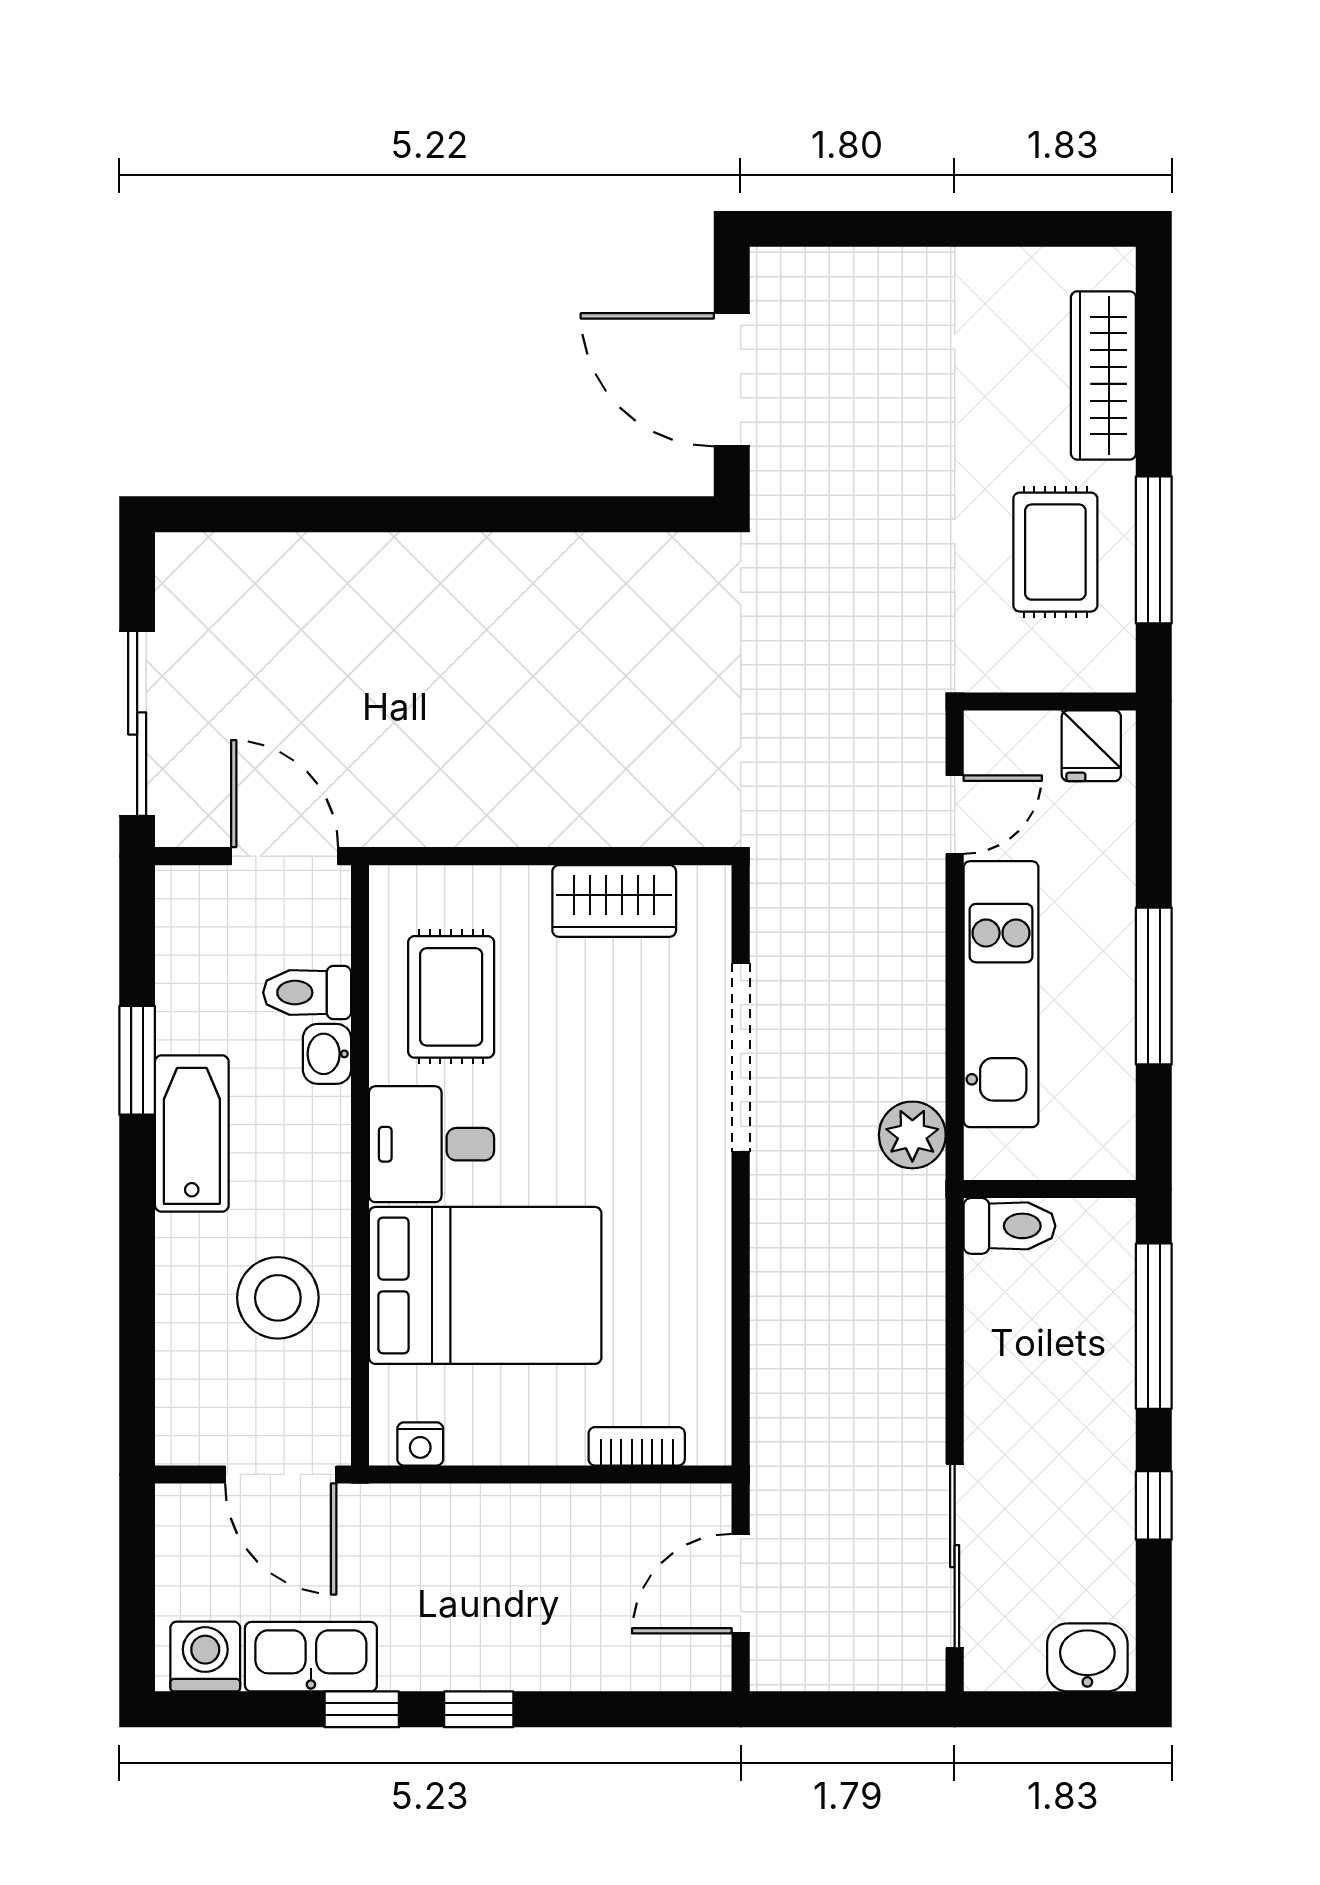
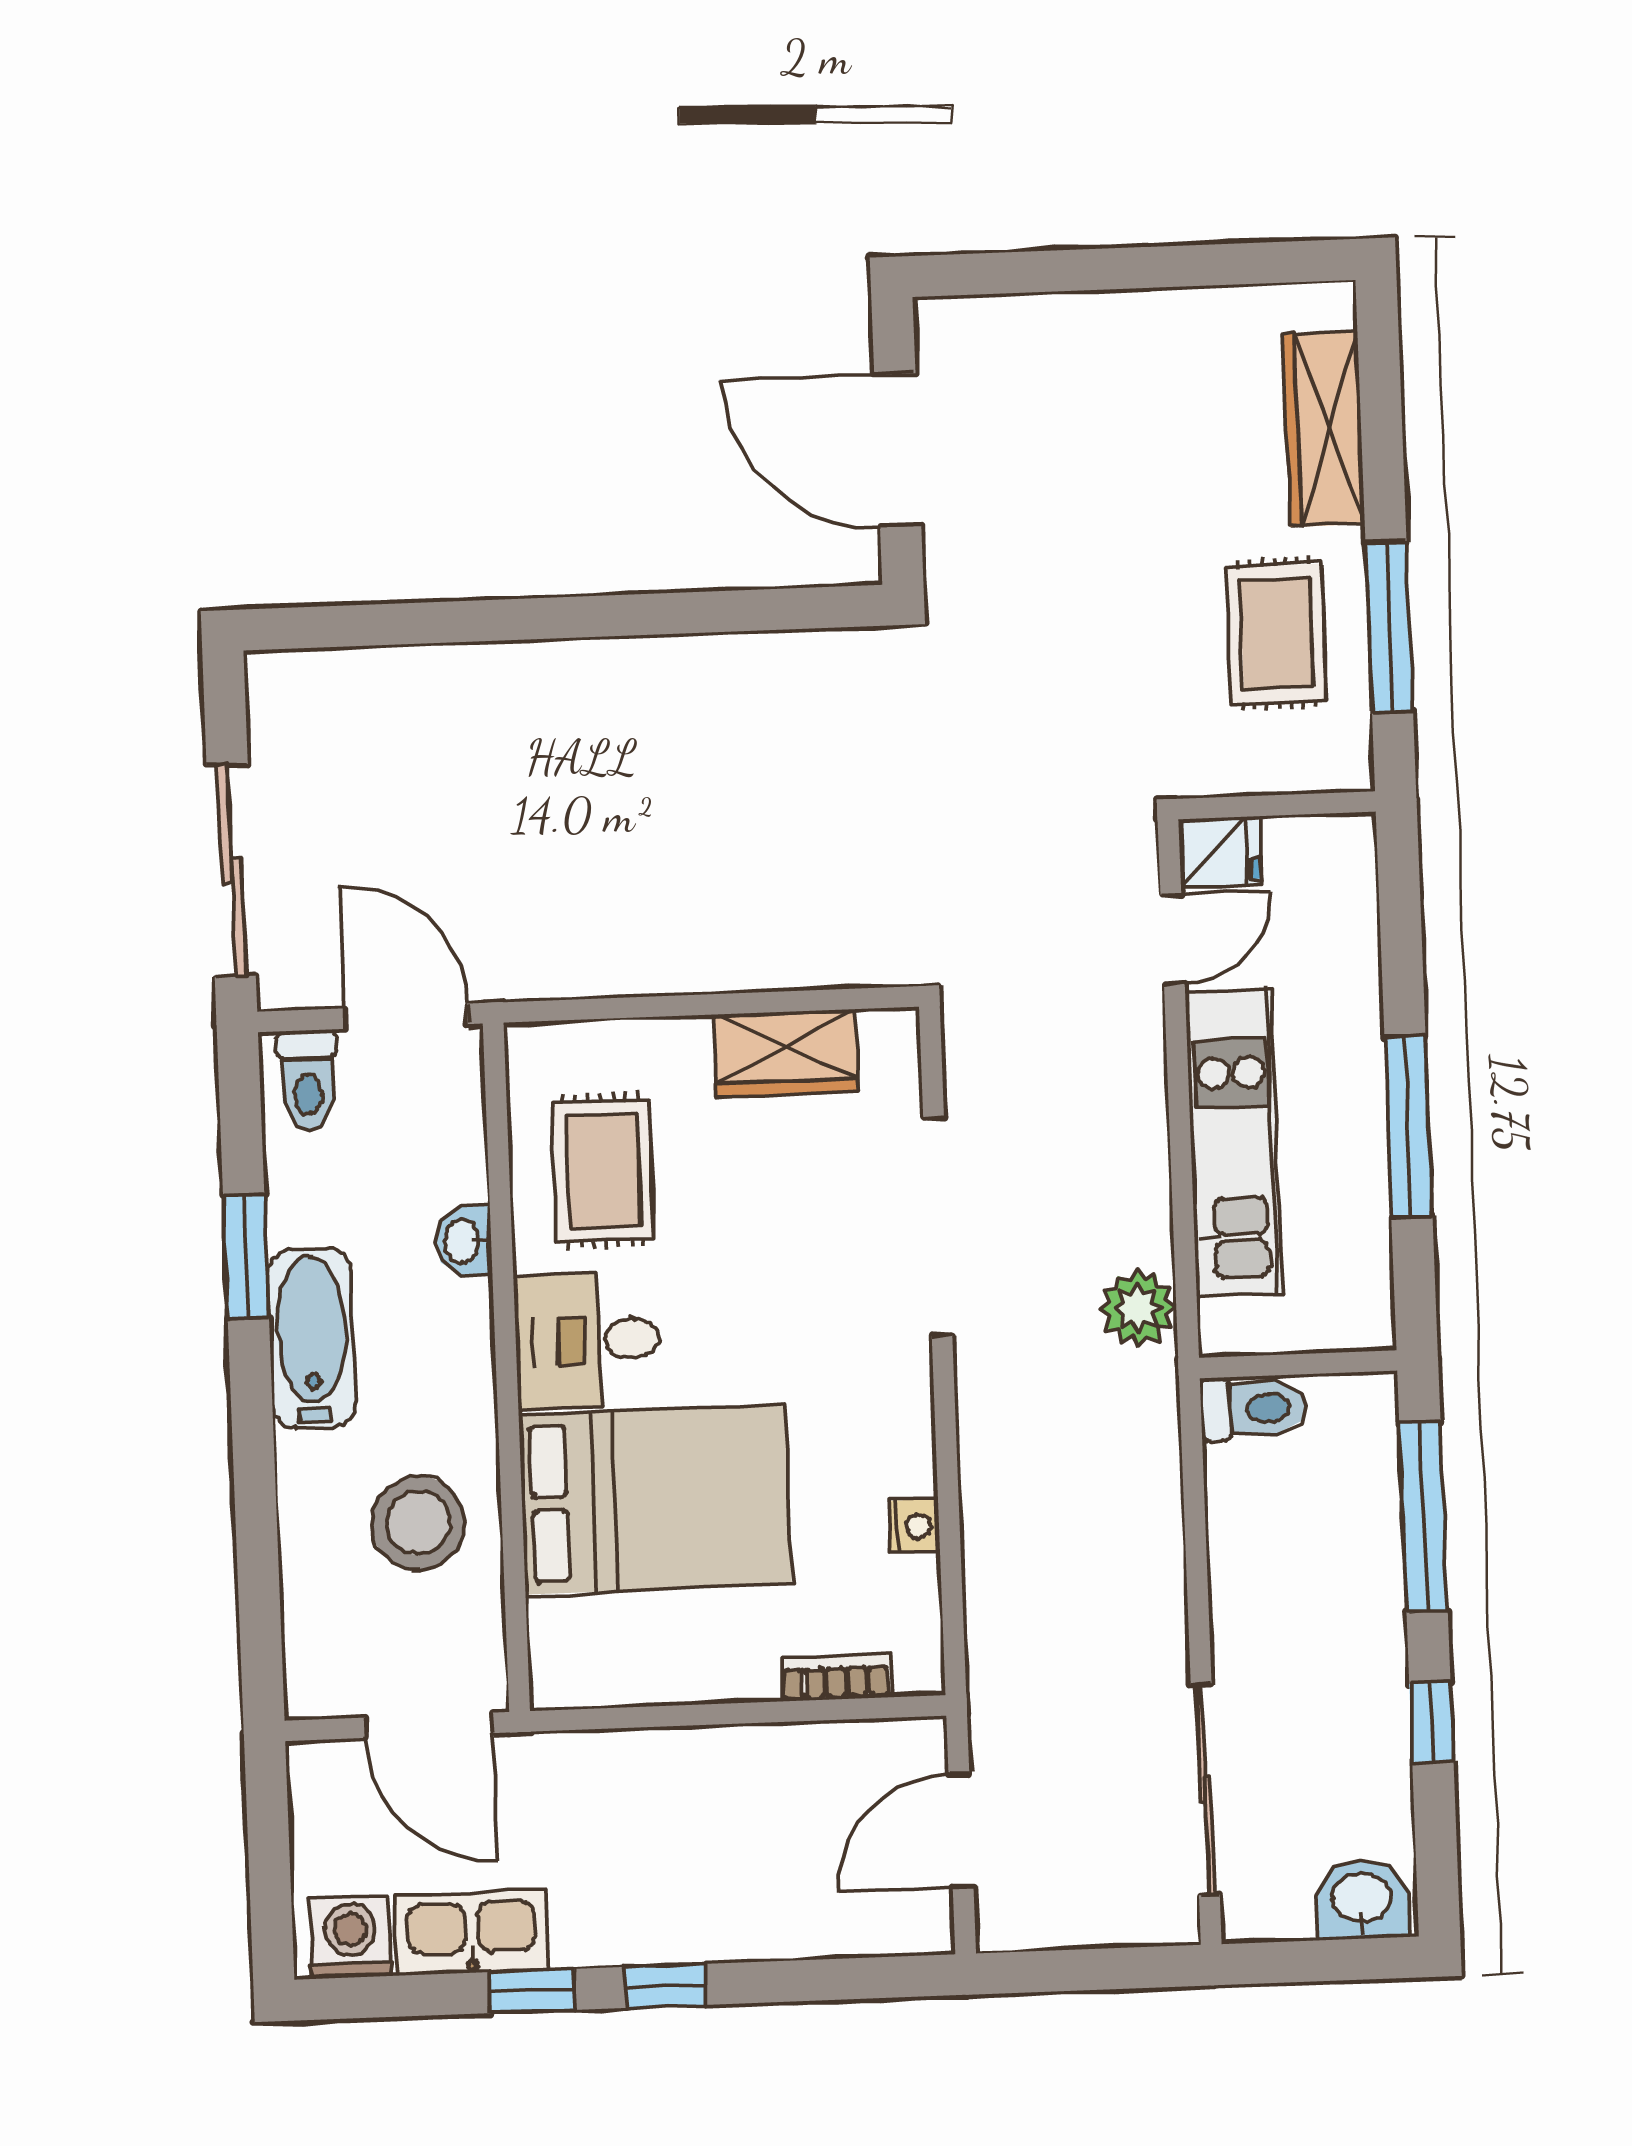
fridge: (1091, 746) -> (1220, 852), moved, turned -90
toilet: (307, 993) -> (308, 1081), moved, turned -90
nightstand: (420, 1444) -> (914, 1526), moved, turned -90

